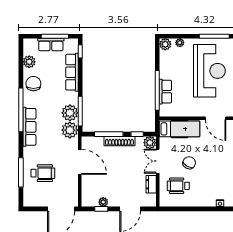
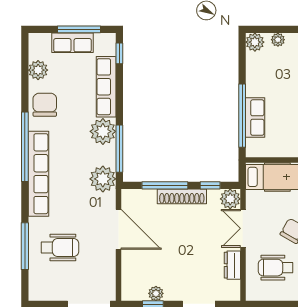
plant: (70, 113) -> (103, 131), moved
row of seats: (29, 127) -> (38, 174), width x1.36

